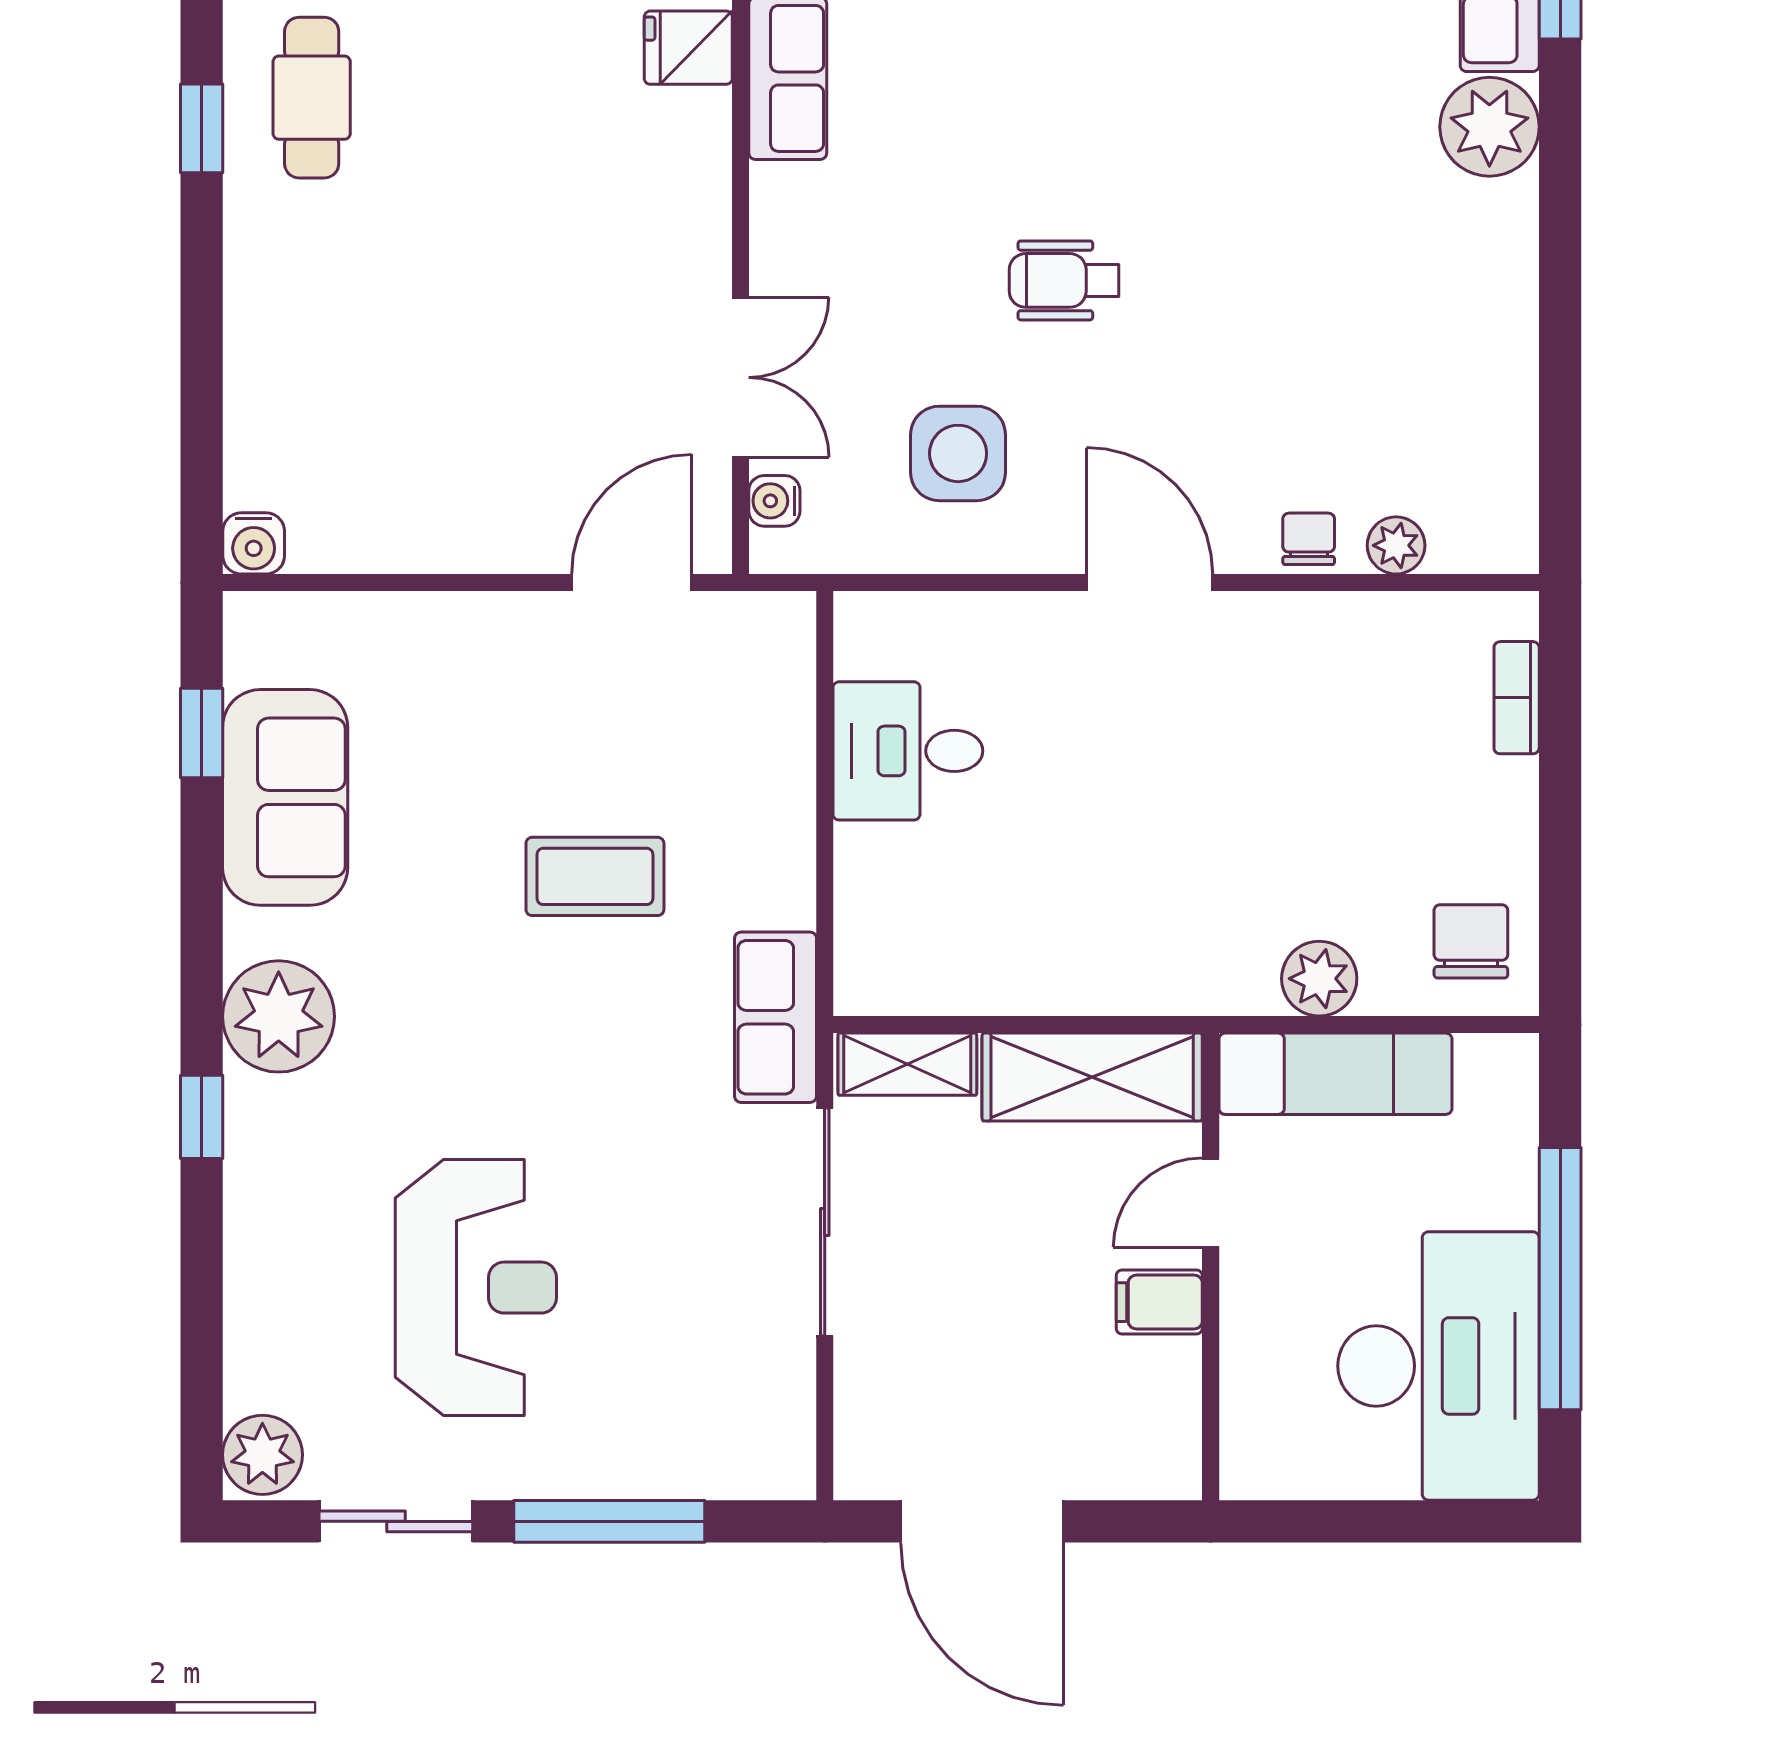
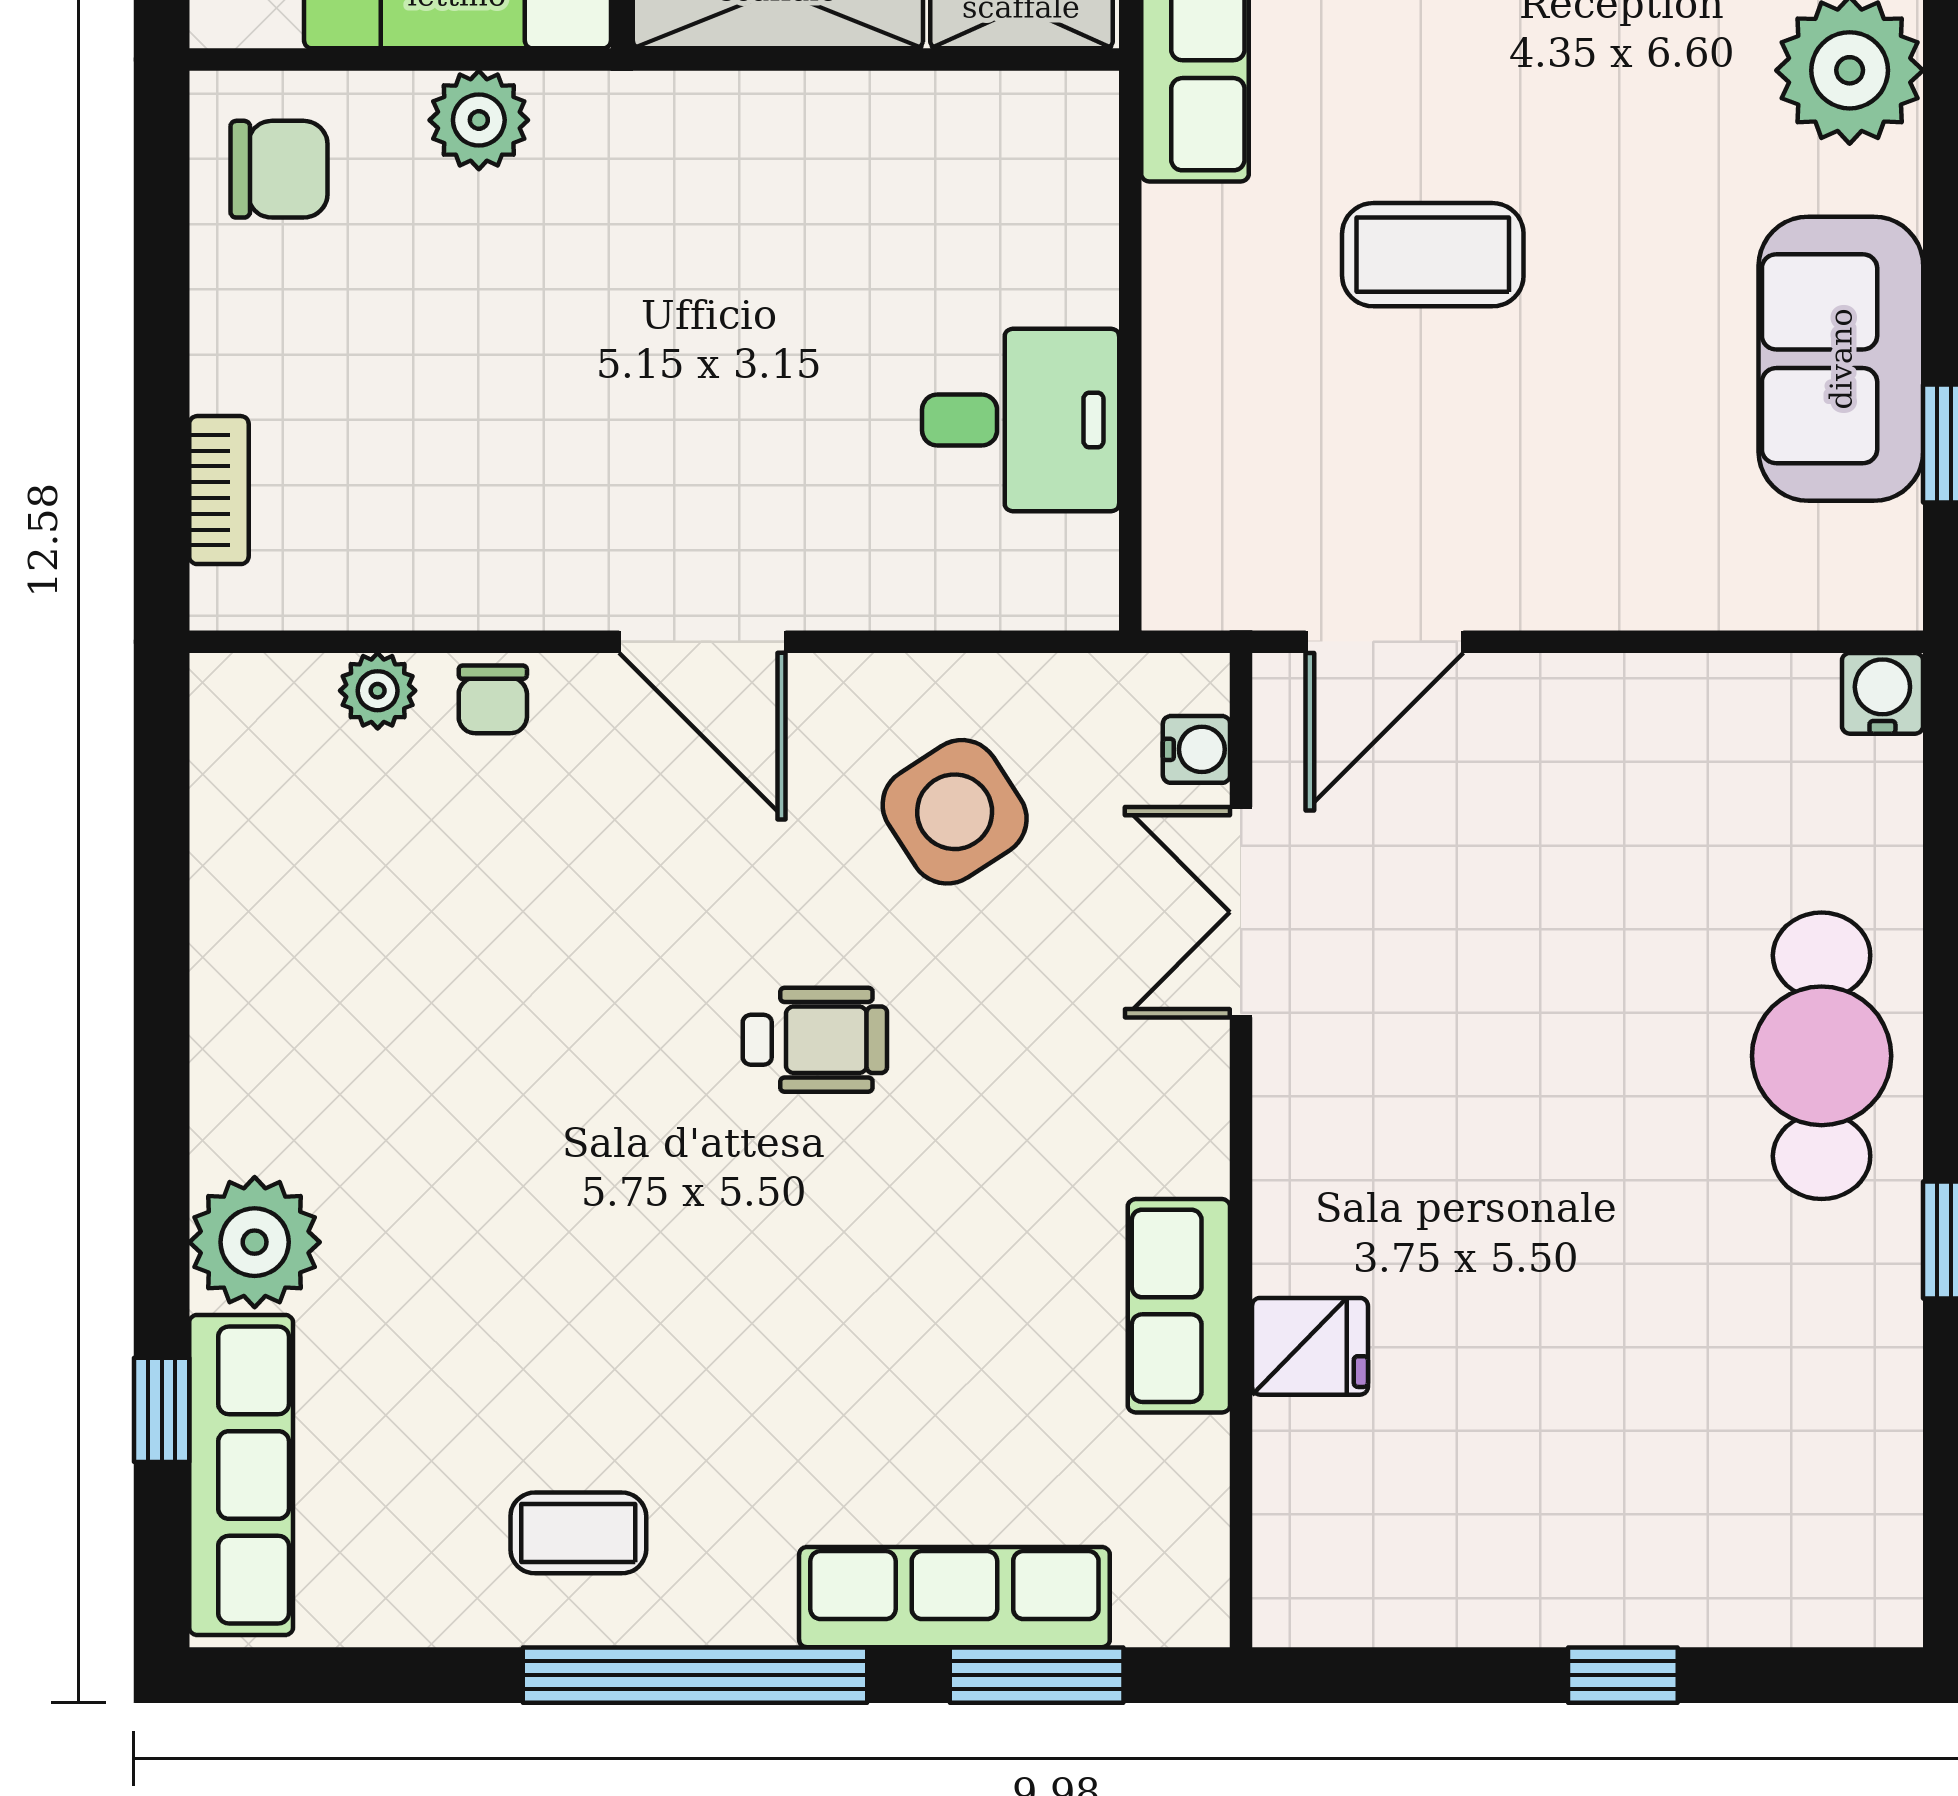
cafe table: (312, 98) -> (1822, 1056), moved, width x1.37, depth x1.35
side table: (958, 453) -> (955, 812), turned -33
chair: (1471, 941) -> (279, 169), turned -90

